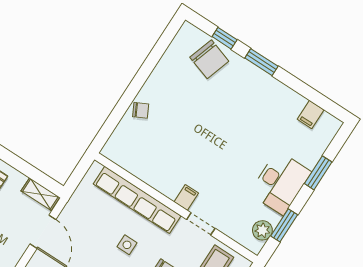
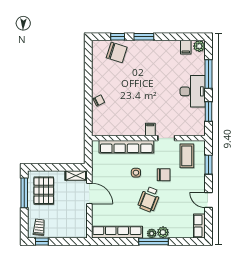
window: (318, 173) -> (209, 74), width x1.44
plant: (262, 230) -> (199, 46), moved

